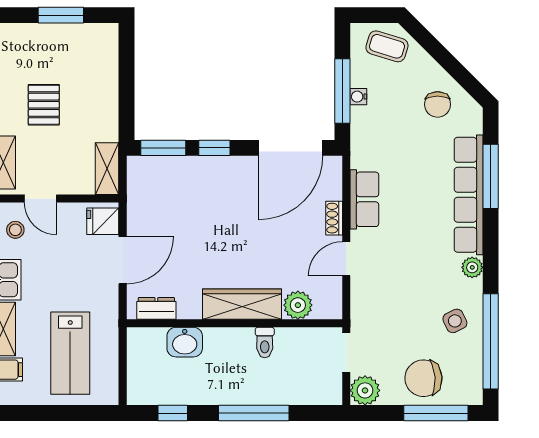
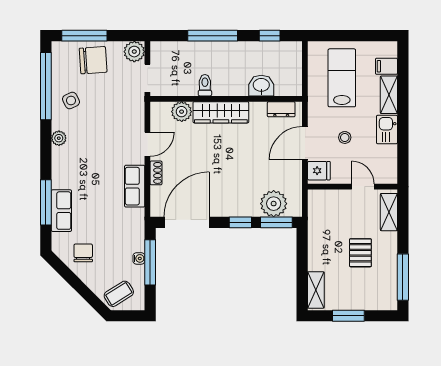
coffee table: (387, 46) -> (119, 294), turned -49
shelving: (107, 169) -> (316, 290), moved
plant: (167, 174) -> (274, 204), added
row of seats: (469, 195) -> (61, 211), width x0.50
stool: (15, 230) -> (345, 137), moved

